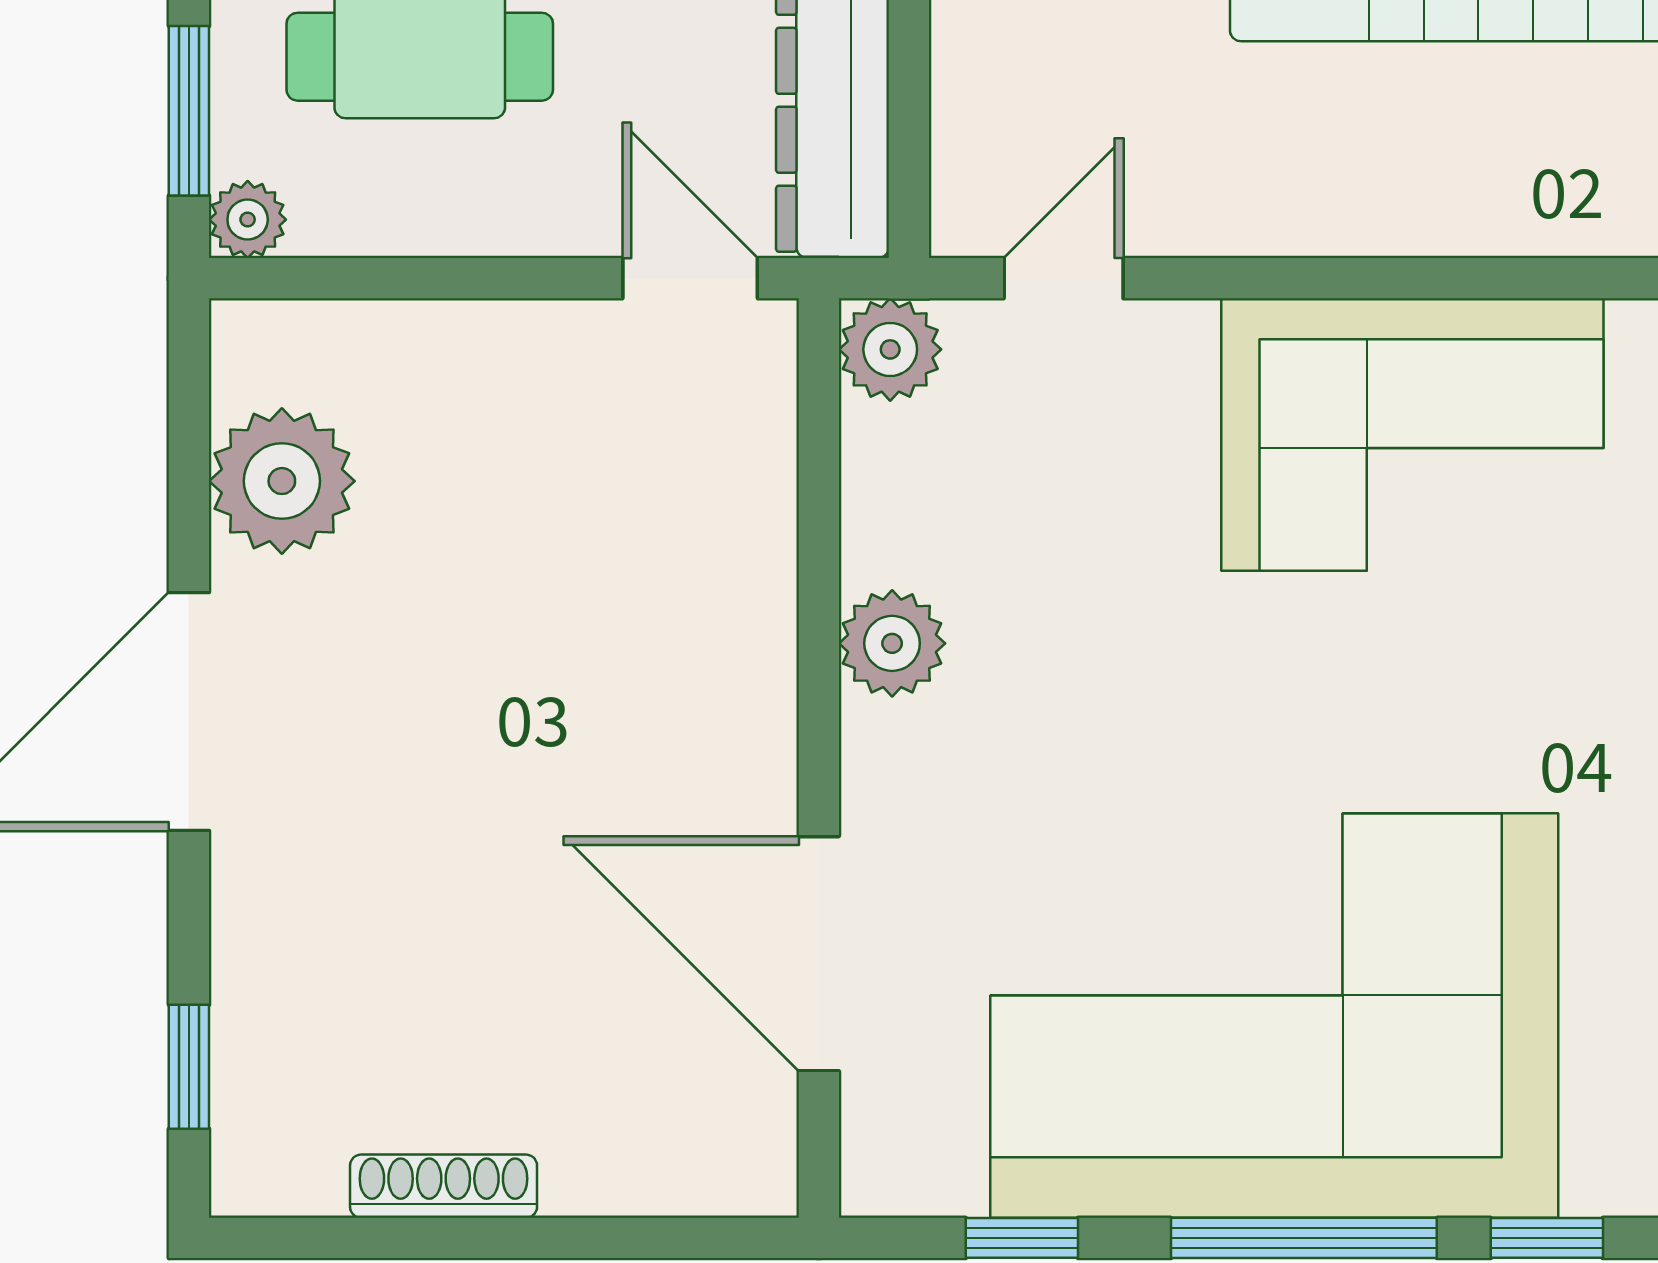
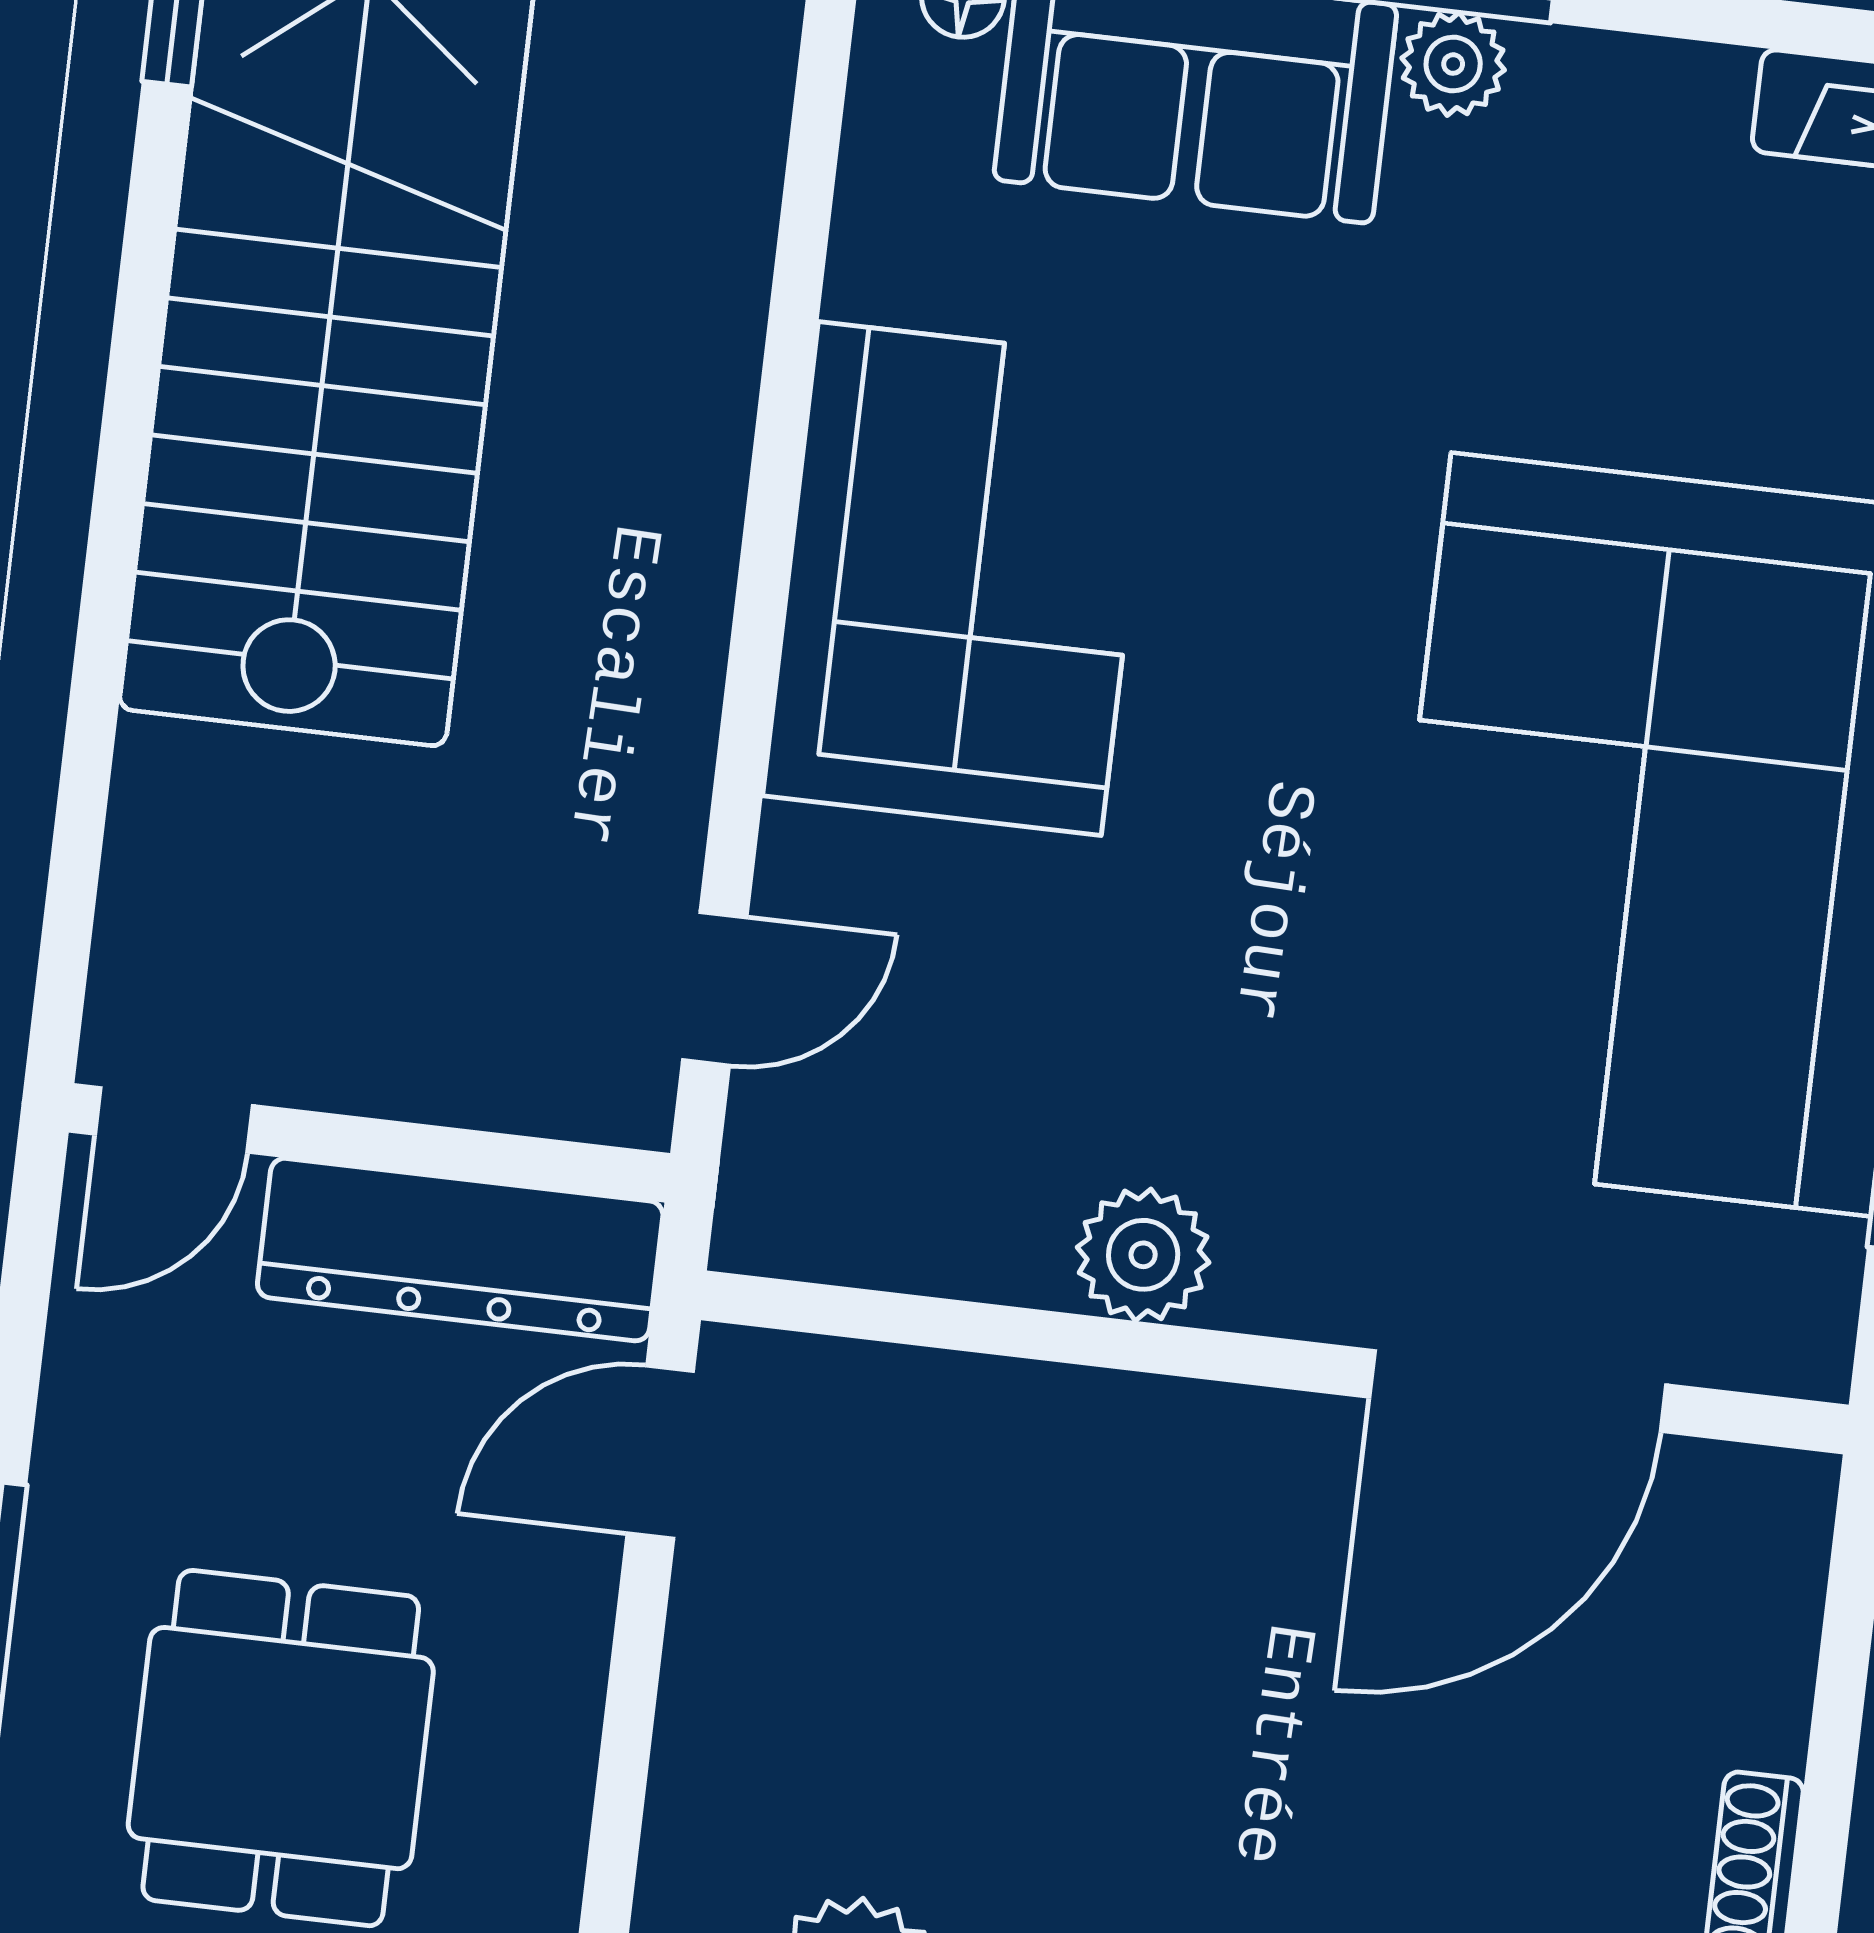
door: (1064, 278) -> (715, 989), swing flipped
plant: (890, 349) -> (778, 1214), removed

